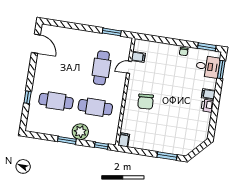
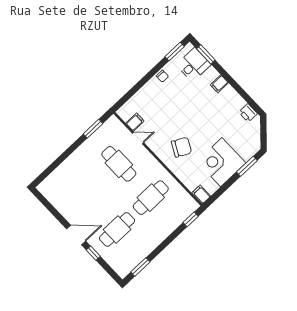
door: (36, 44) -> (76, 235), moved
door: (129, 67) -> (138, 138), swing flipped
chair: (146, 102) -> (181, 147), turned -58
printer: (207, 106) -> (248, 113), moved
plant: (80, 132) -> (163, 229), removed
corner desk: (156, 136) -> (221, 162), added
window: (67, 140) -> (140, 267), moved

